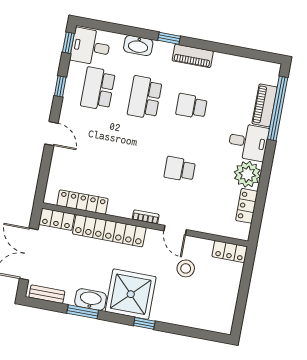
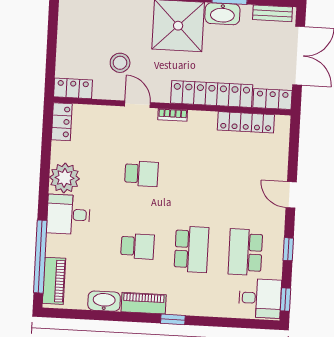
washbasin: (138, 46) -> (104, 301), moved
school desk: (98, 89) -> (245, 252), turned 180
piano: (265, 105) -> (54, 281), moved
locker: (247, 206) -> (62, 122), moved

